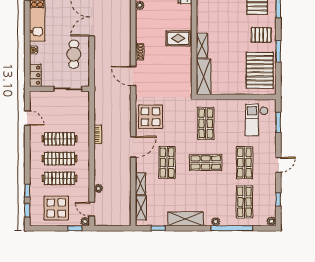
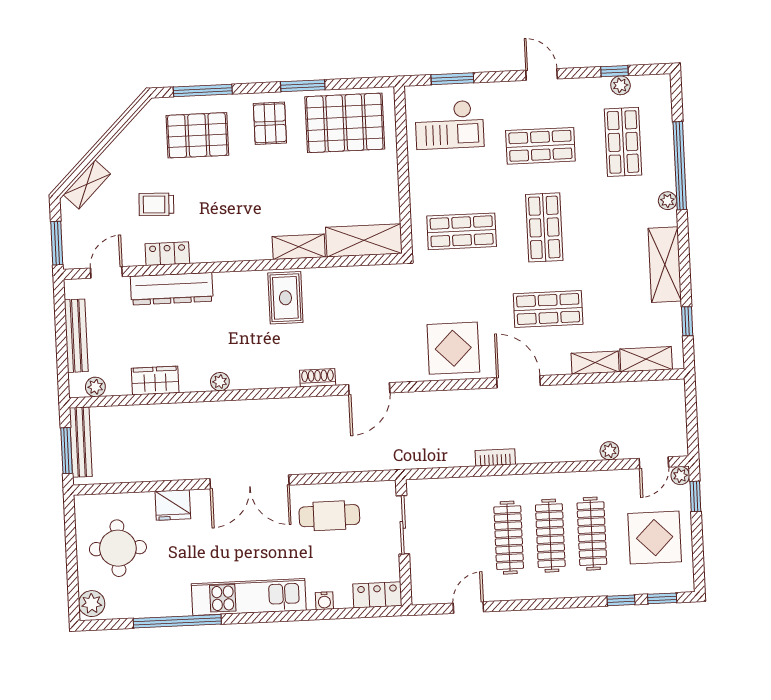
shop shelf: (244, 202) -> (623, 142), turned 90
plant: (271, 221) -> (620, 85), moved

